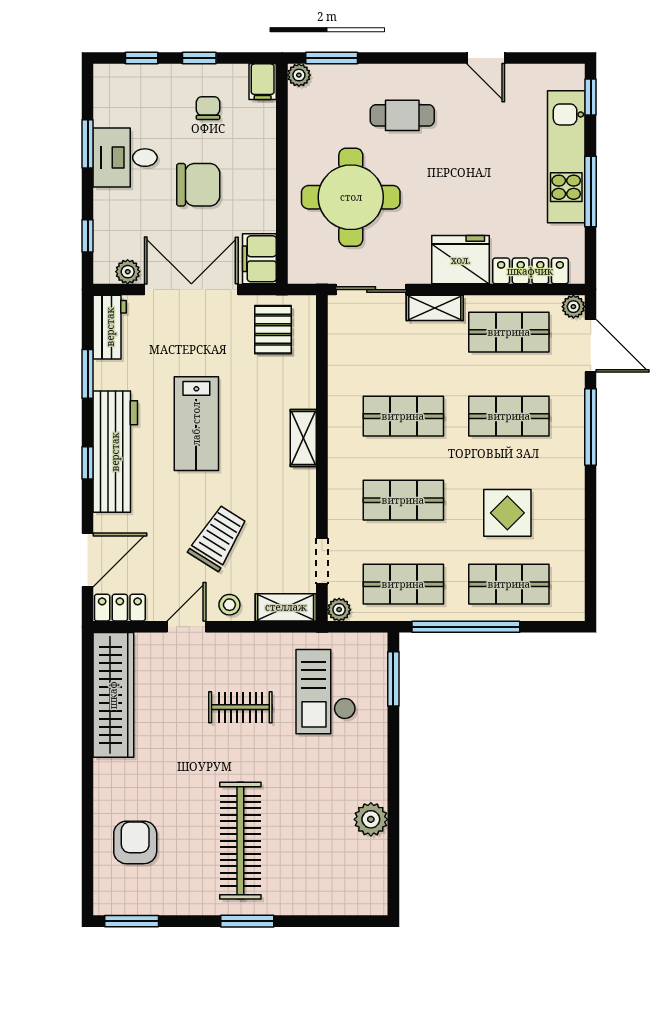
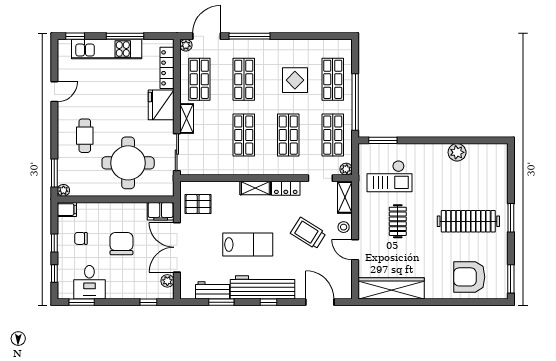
window: (88, 144) -> (82, 302), moved
desk: (125, 158) -> (89, 282), moved
workbench: (110, 327) -> (212, 290), moved
locker: (120, 608) -> (286, 188), moved, turned -90
armchair: (135, 842) -> (469, 277), width x1.36, depth x1.36

